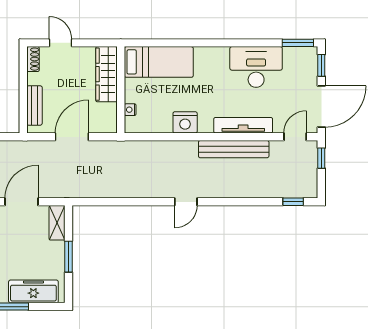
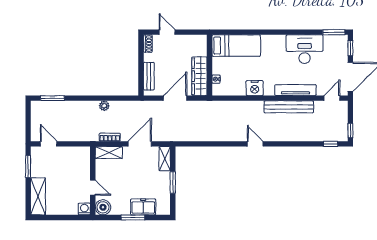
wardrobe: (107, 74) -> (199, 76), moved
window: (321, 158) -> (350, 131), moved
door: (186, 202) -> (255, 144), swing flipped
freezer: (33, 291) -> (143, 207), width x0.71

